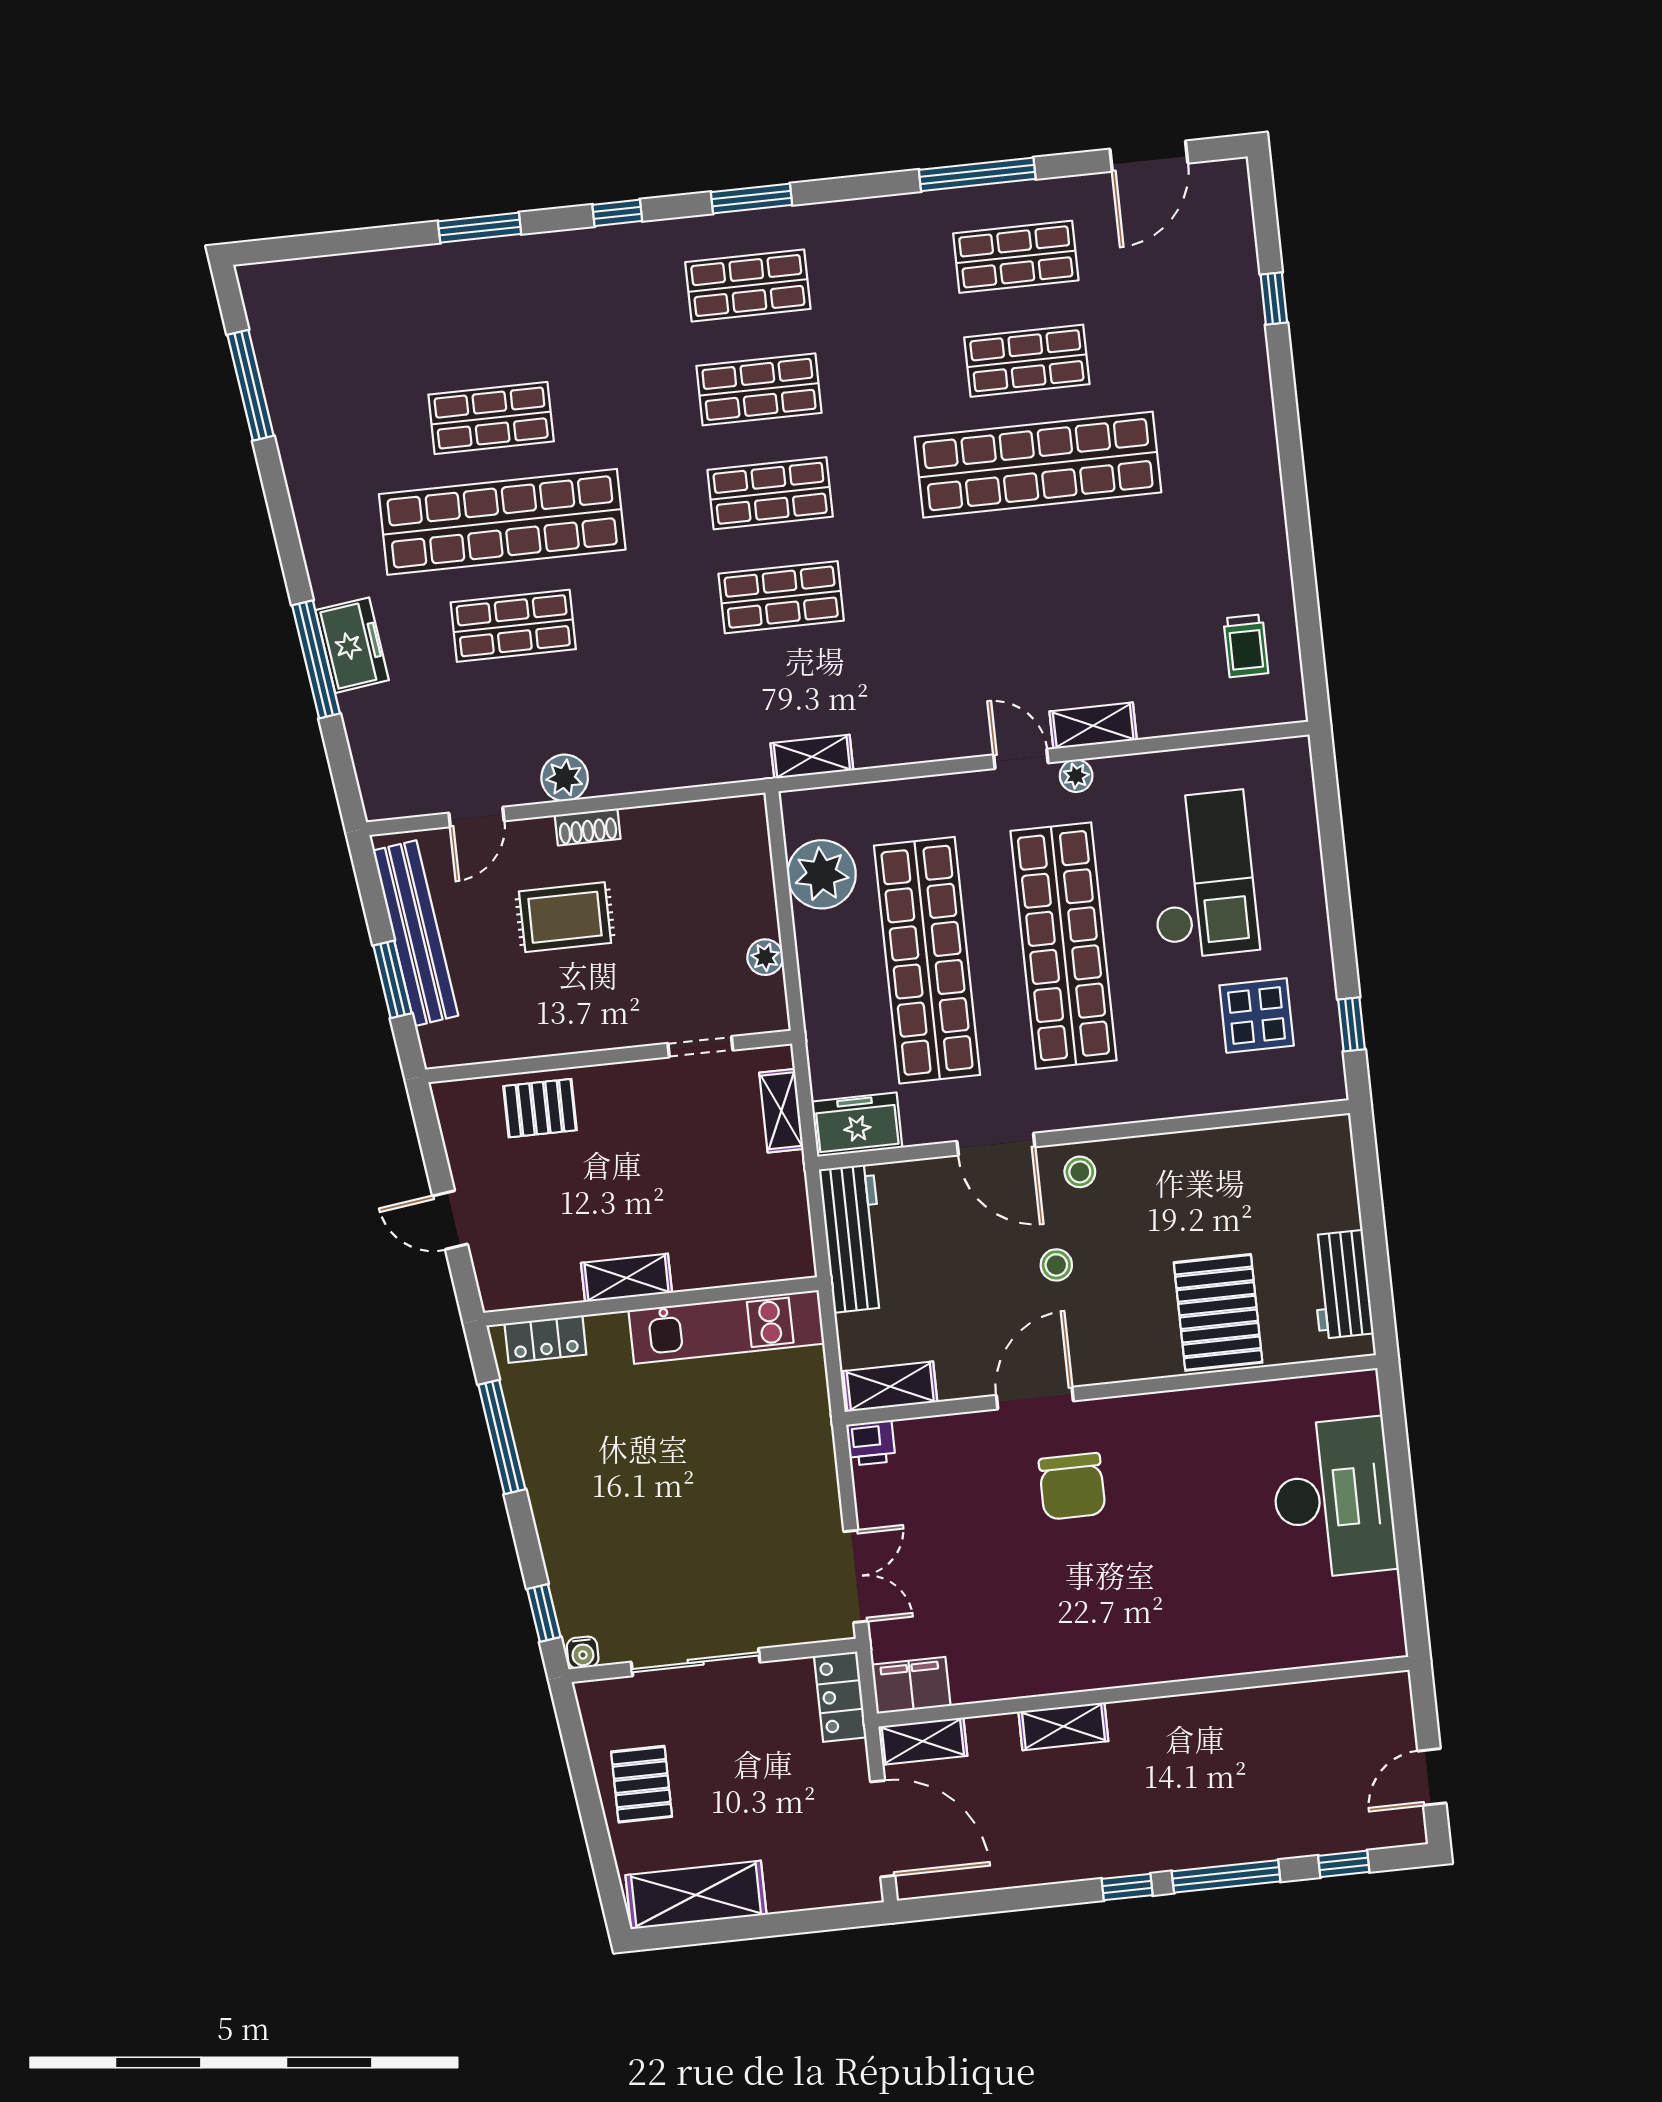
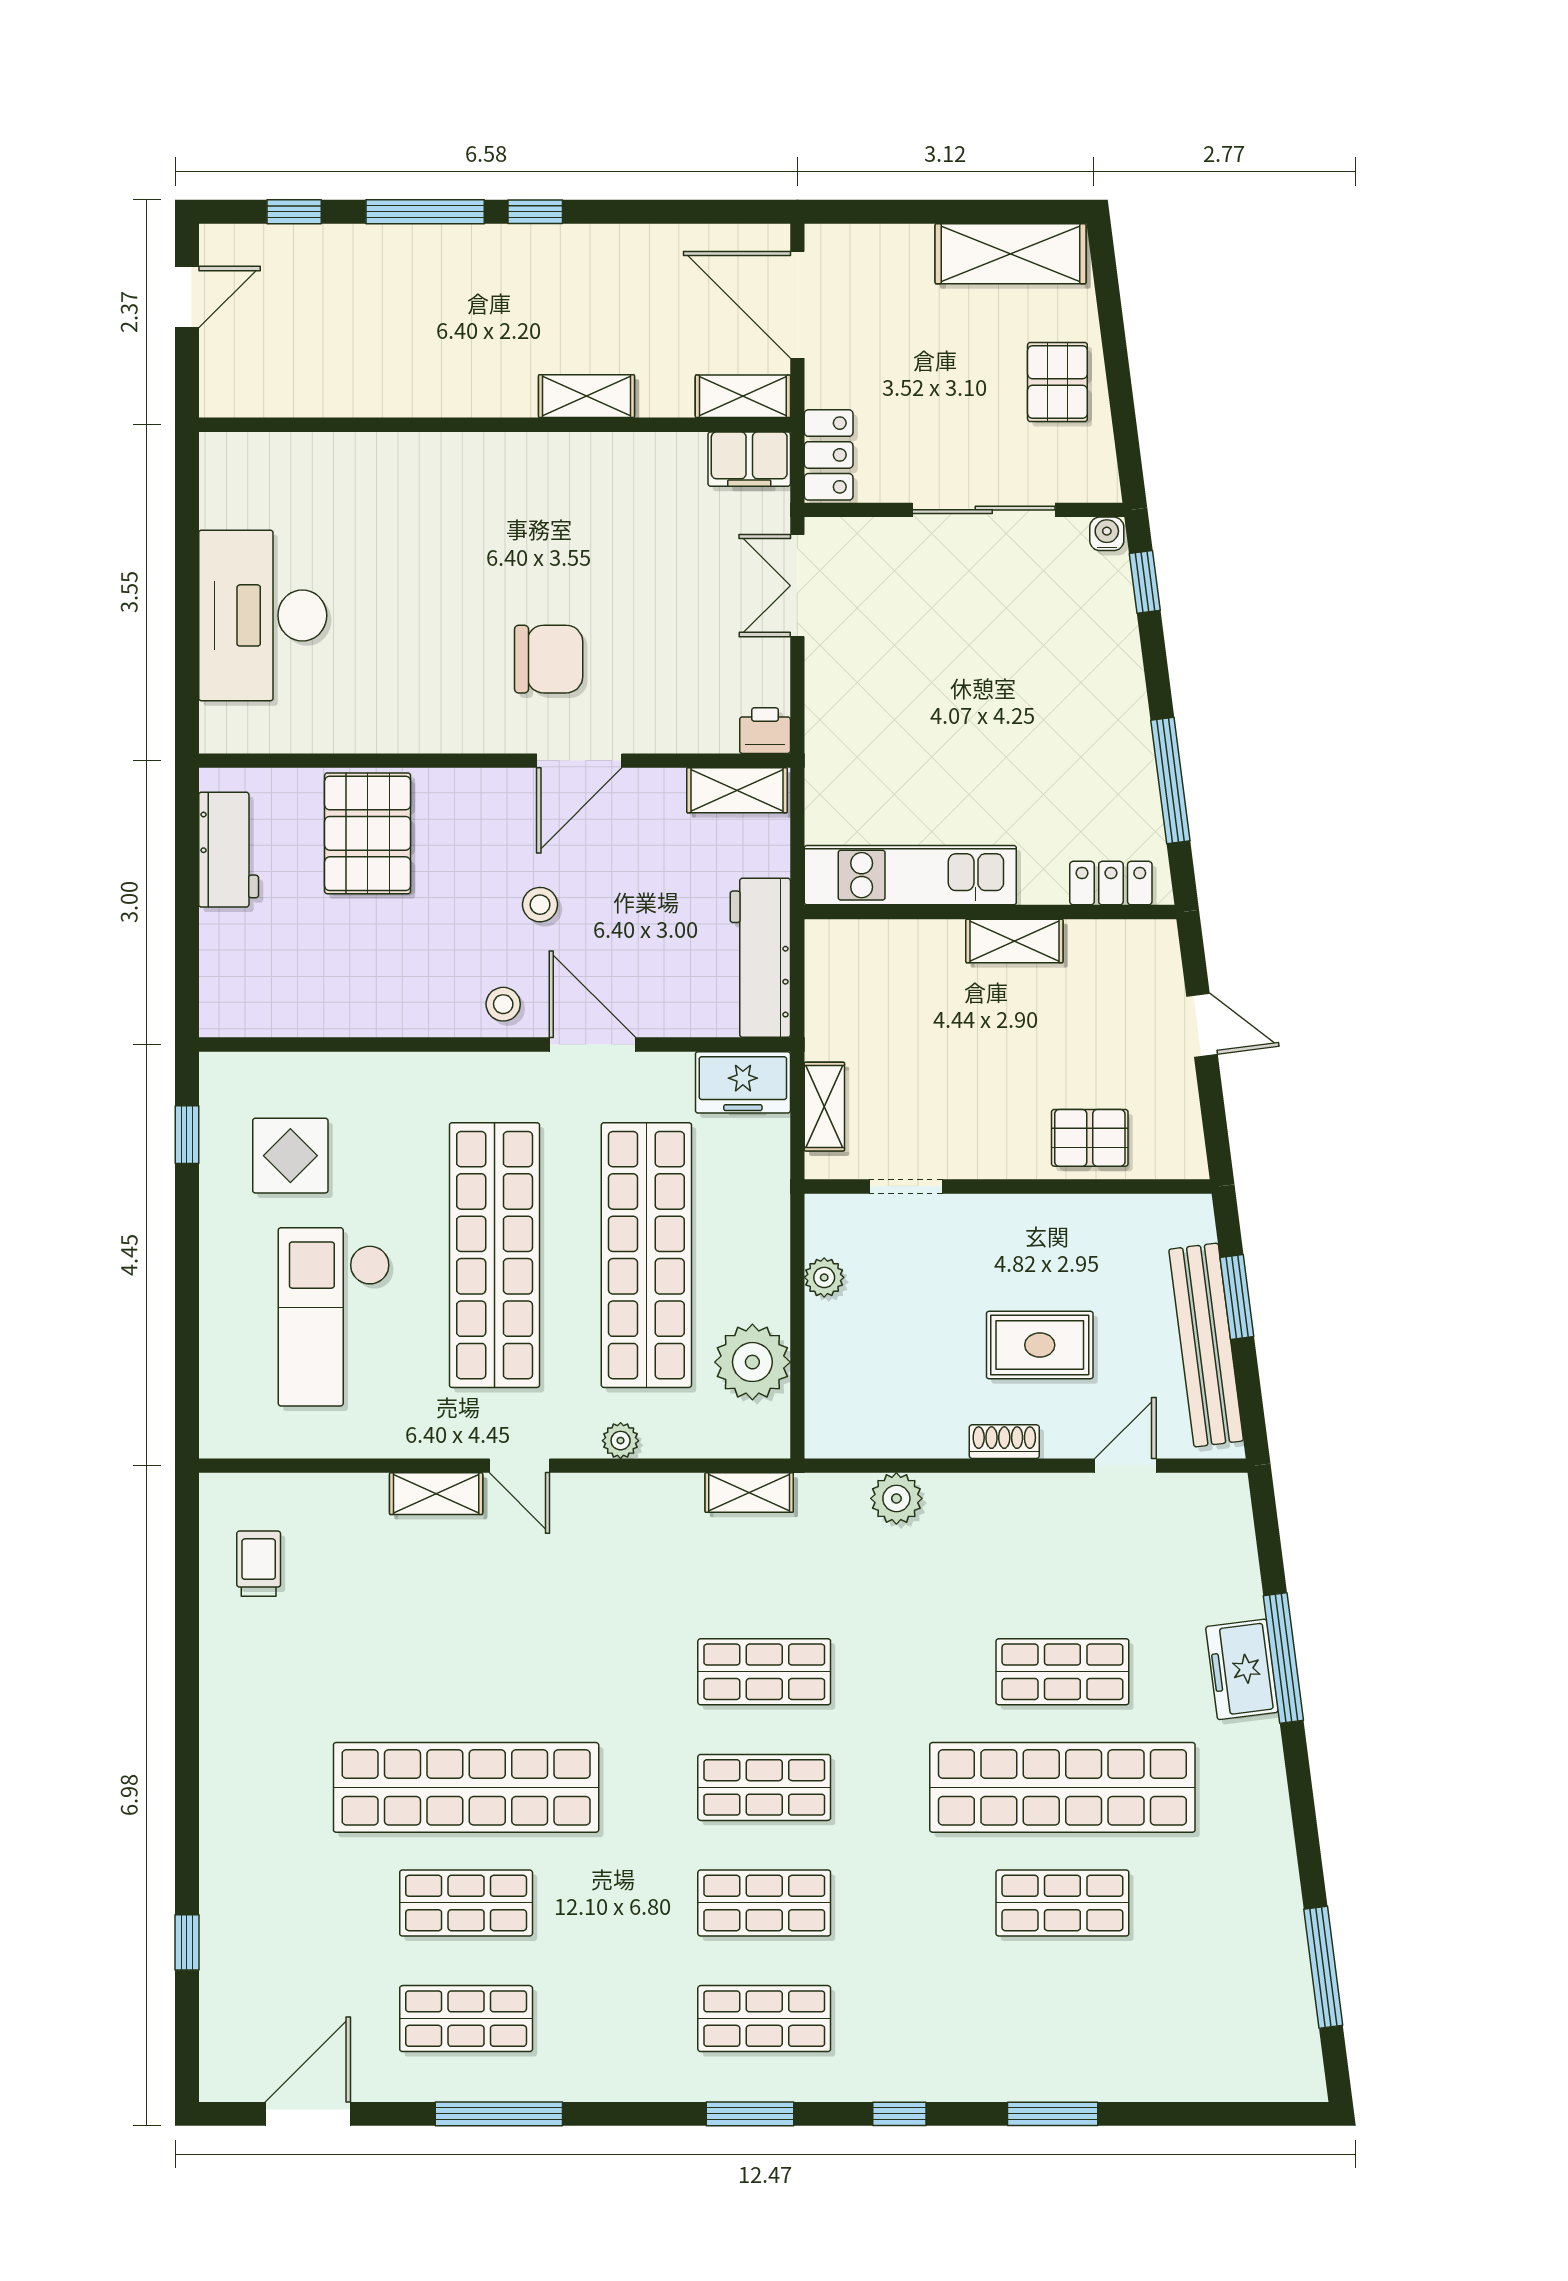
plant: (1076, 776) -> (621, 1441), moved
plant: (565, 778) -> (896, 1498), moved
chair: (1072, 1486) -> (549, 659), turned 90

